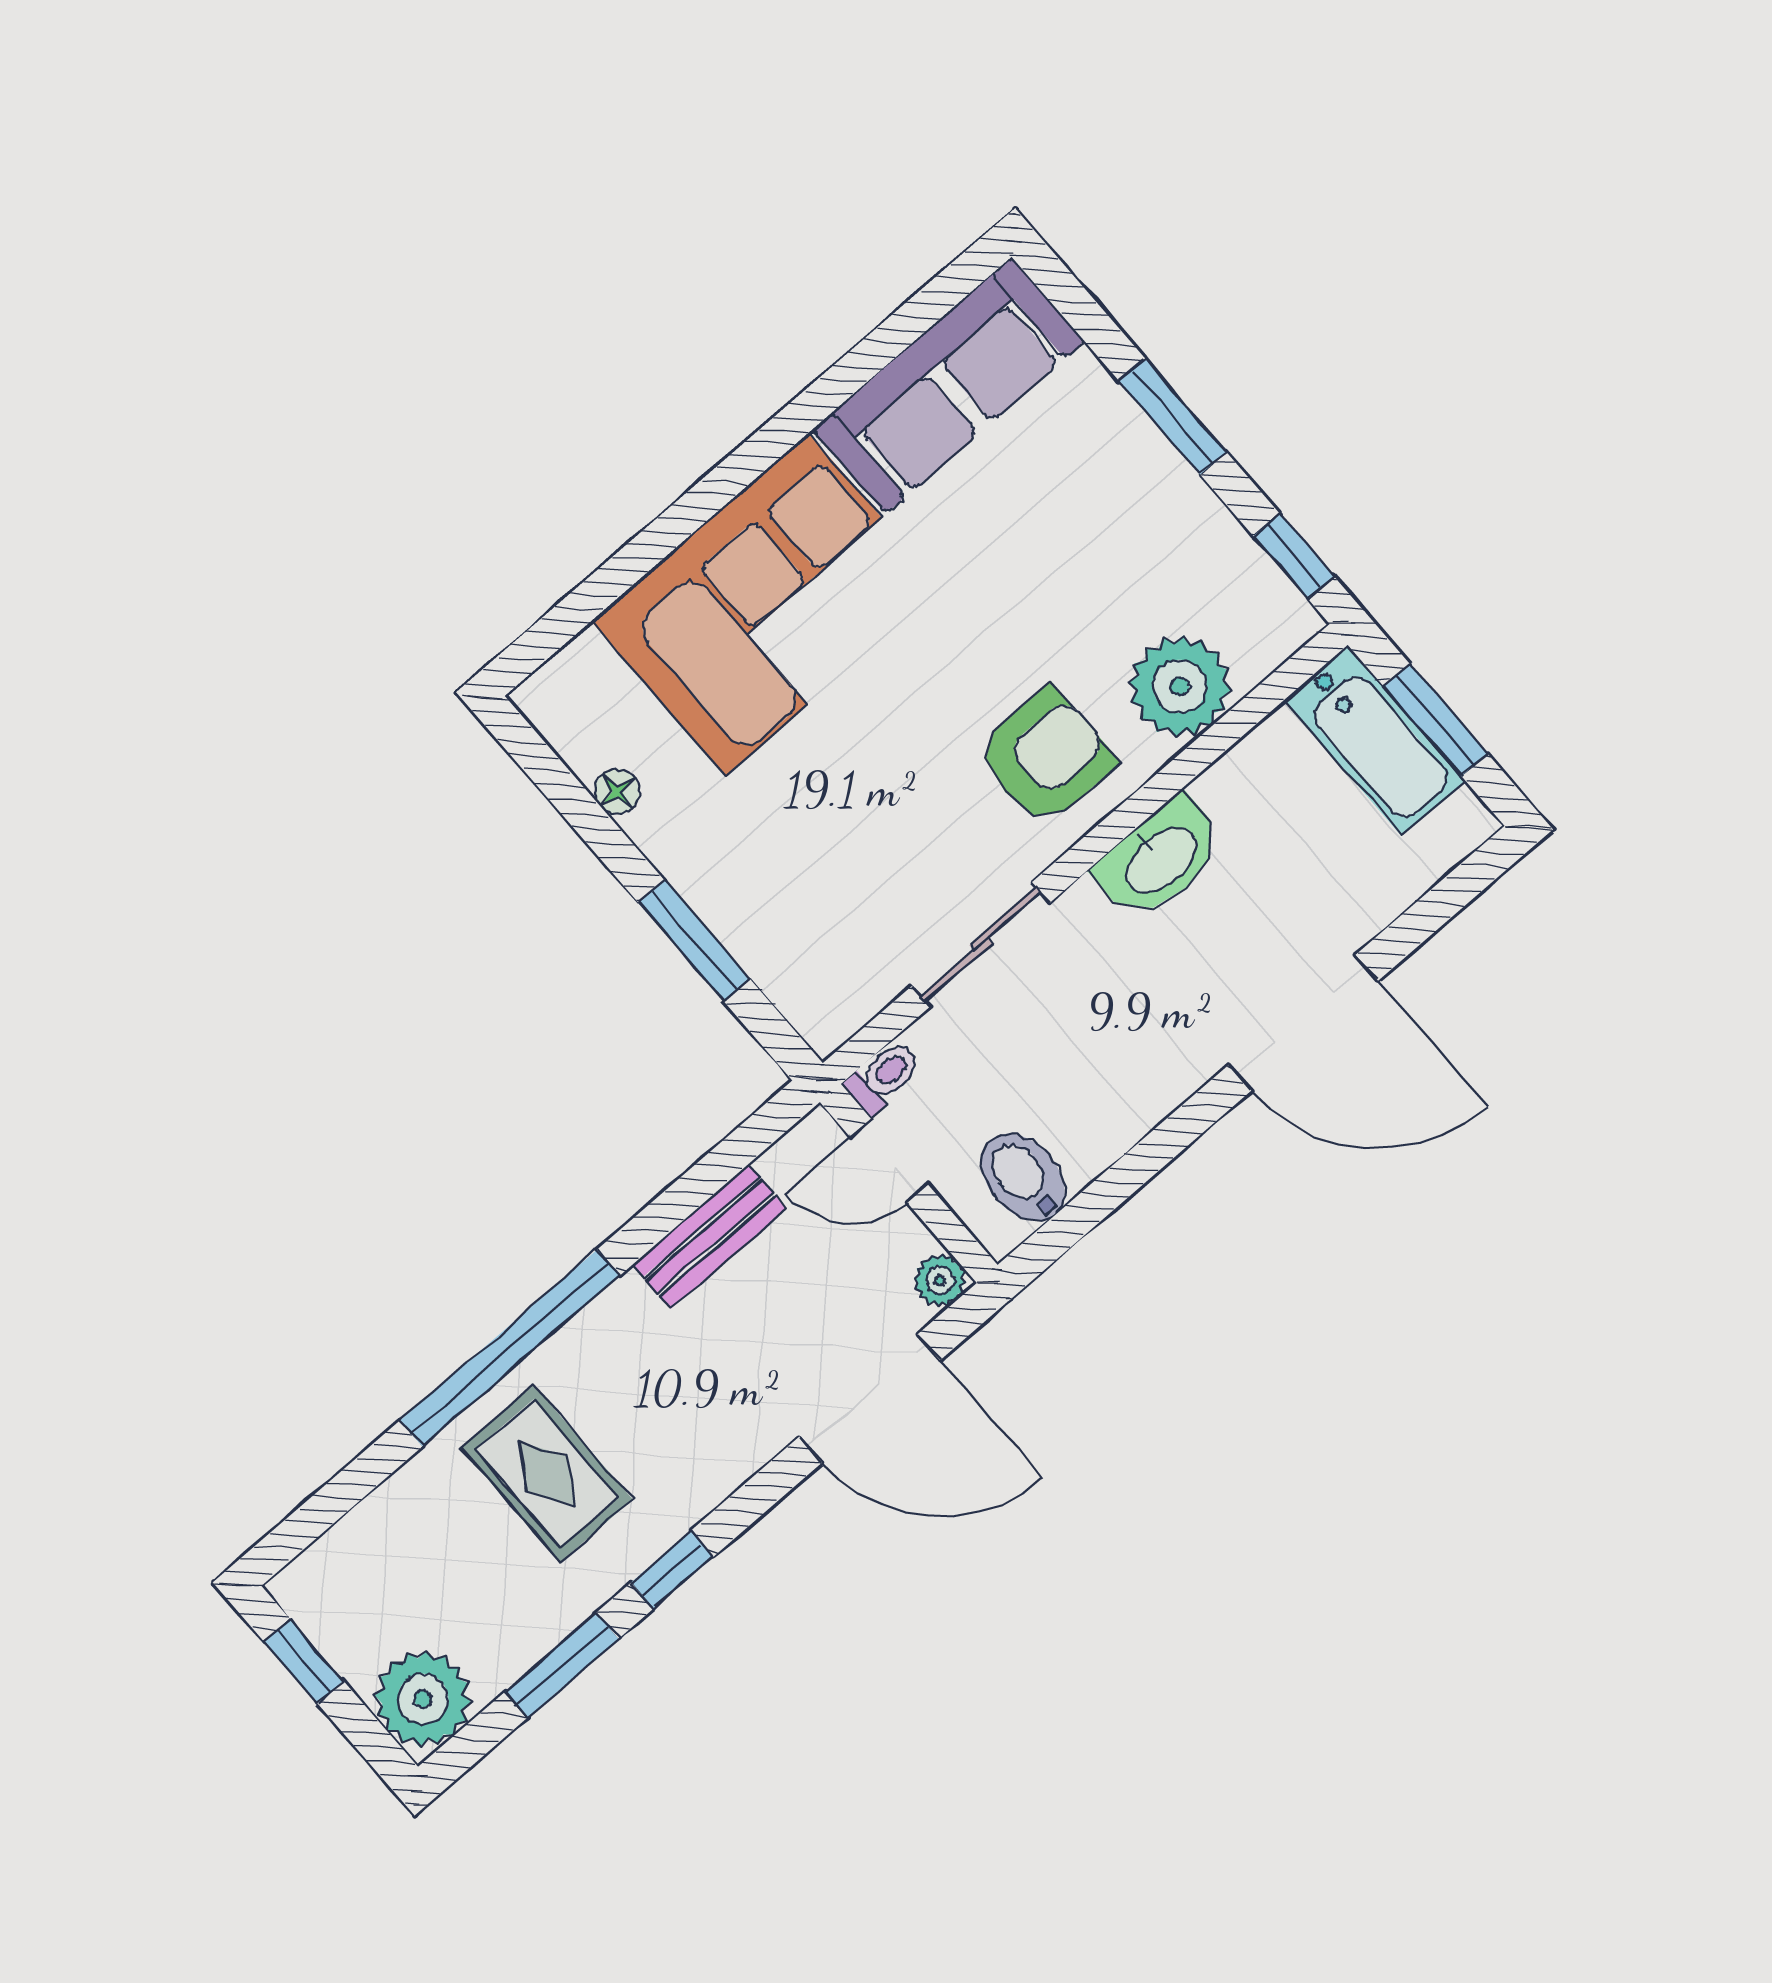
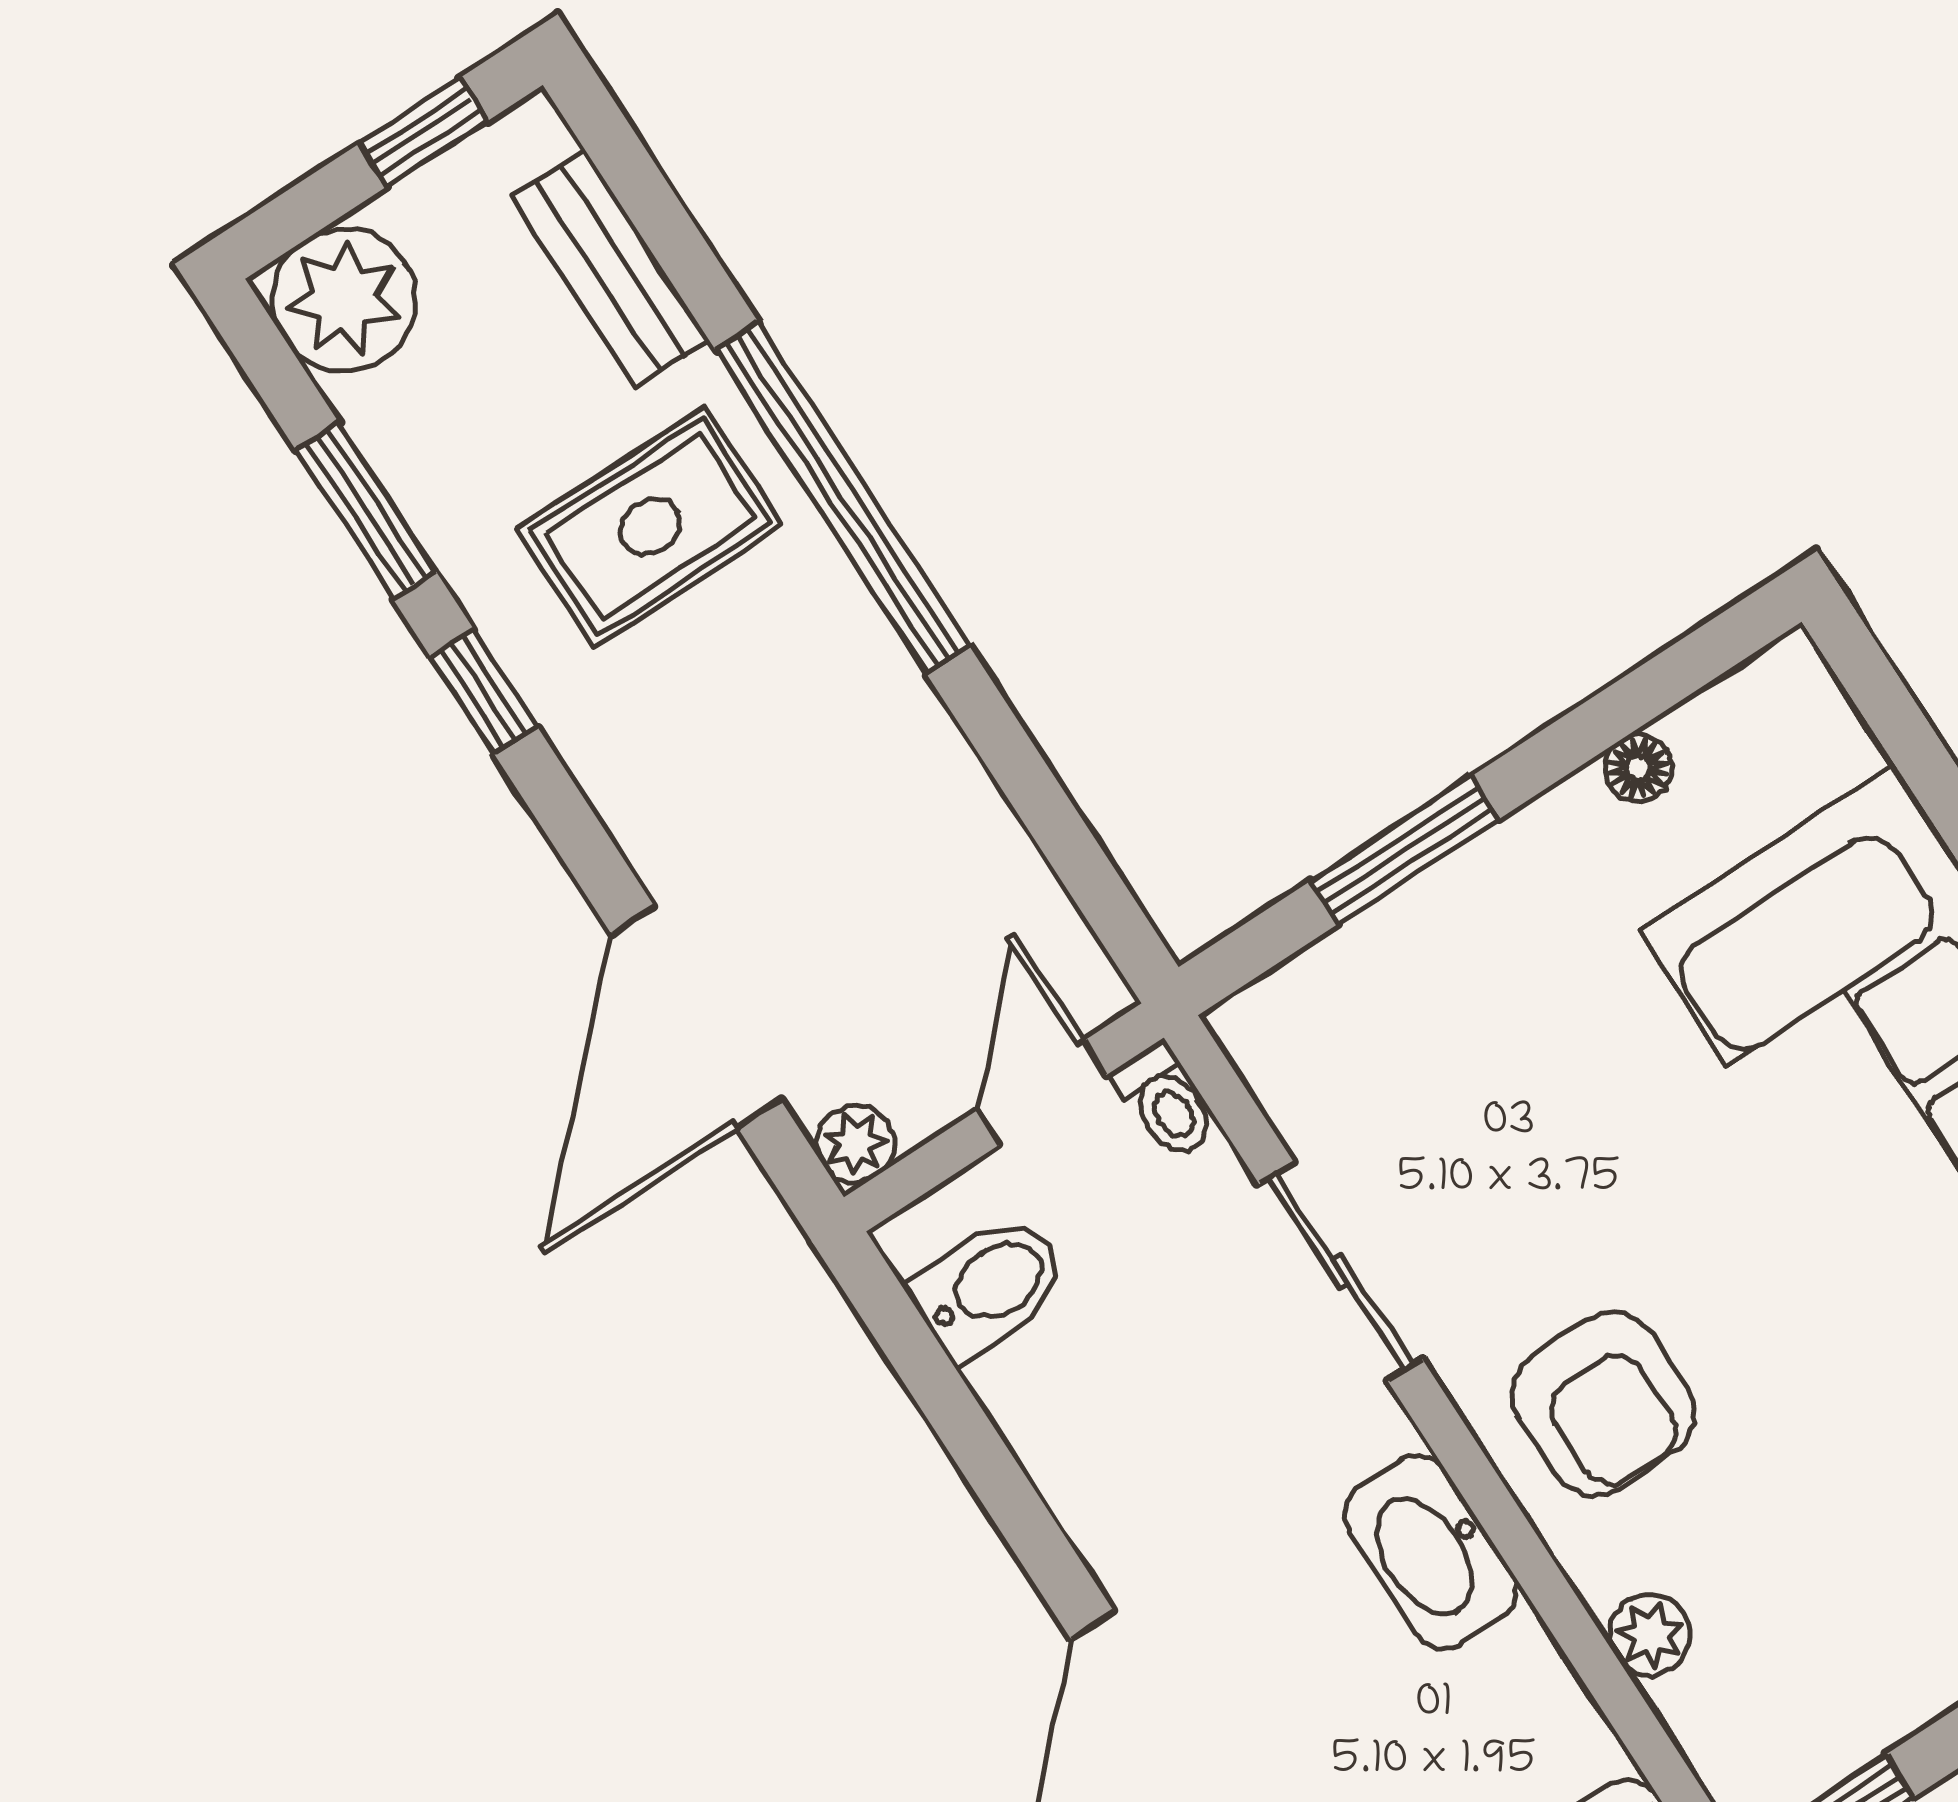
plant: (1180, 686) -> (1650, 1635), width x0.53, depth x0.53
bench: (709, 1237) -> (610, 268), moved

